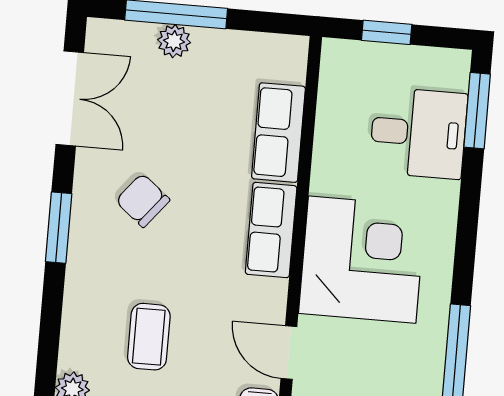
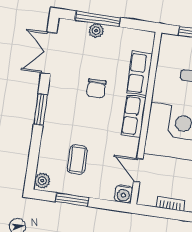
double door: (70, 99) -> (49, 53), swing flipped
chair: (143, 200) -> (96, 88), moved, turned -129

